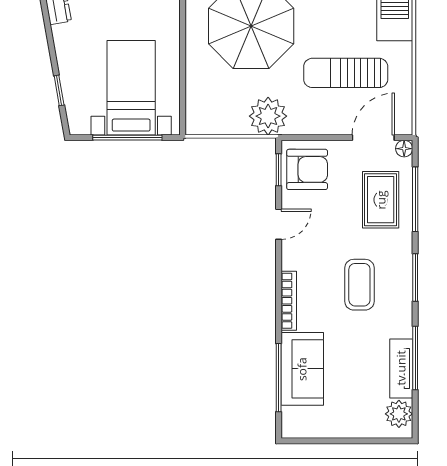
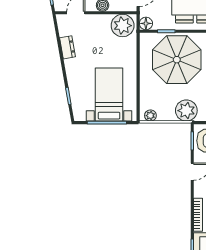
plant: (204, 125) -> (150, 116), added

